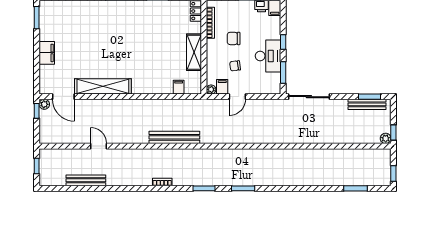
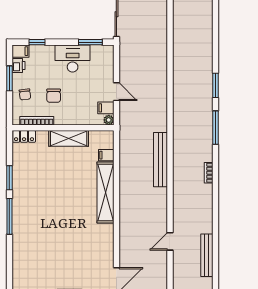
window: (283, 42) -> (37, 42), moved
chair: (235, 66) -> (25, 94), moved
shelving: (103, 86) -> (105, 192), moved
window: (204, 188) -> (215, 128), width x1.44

